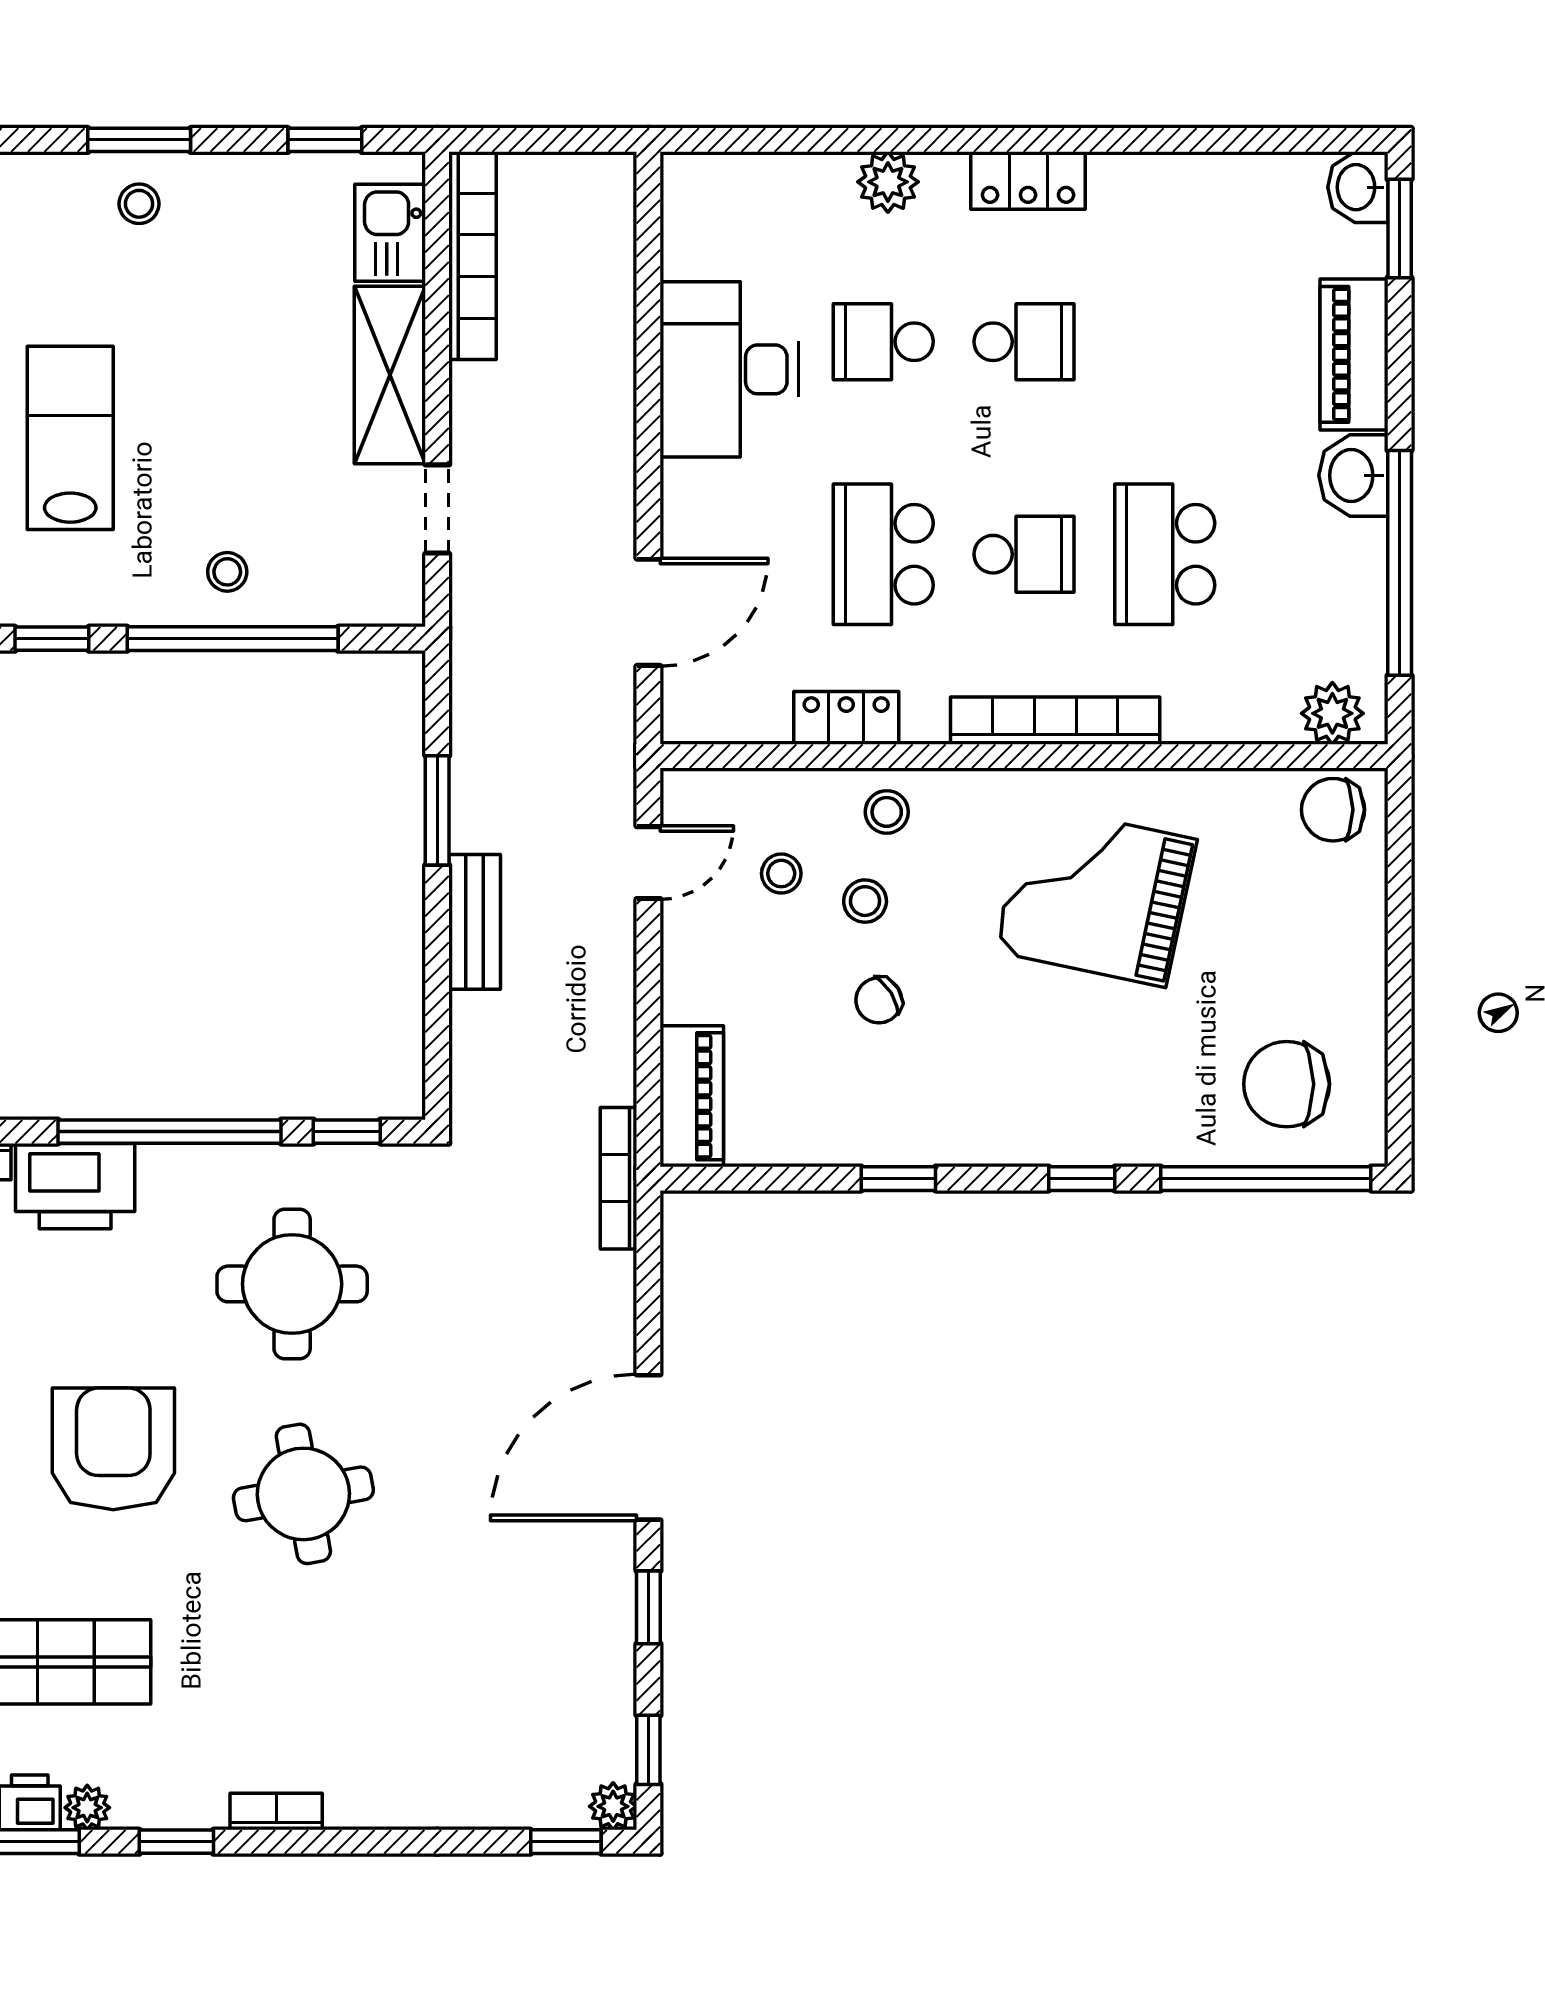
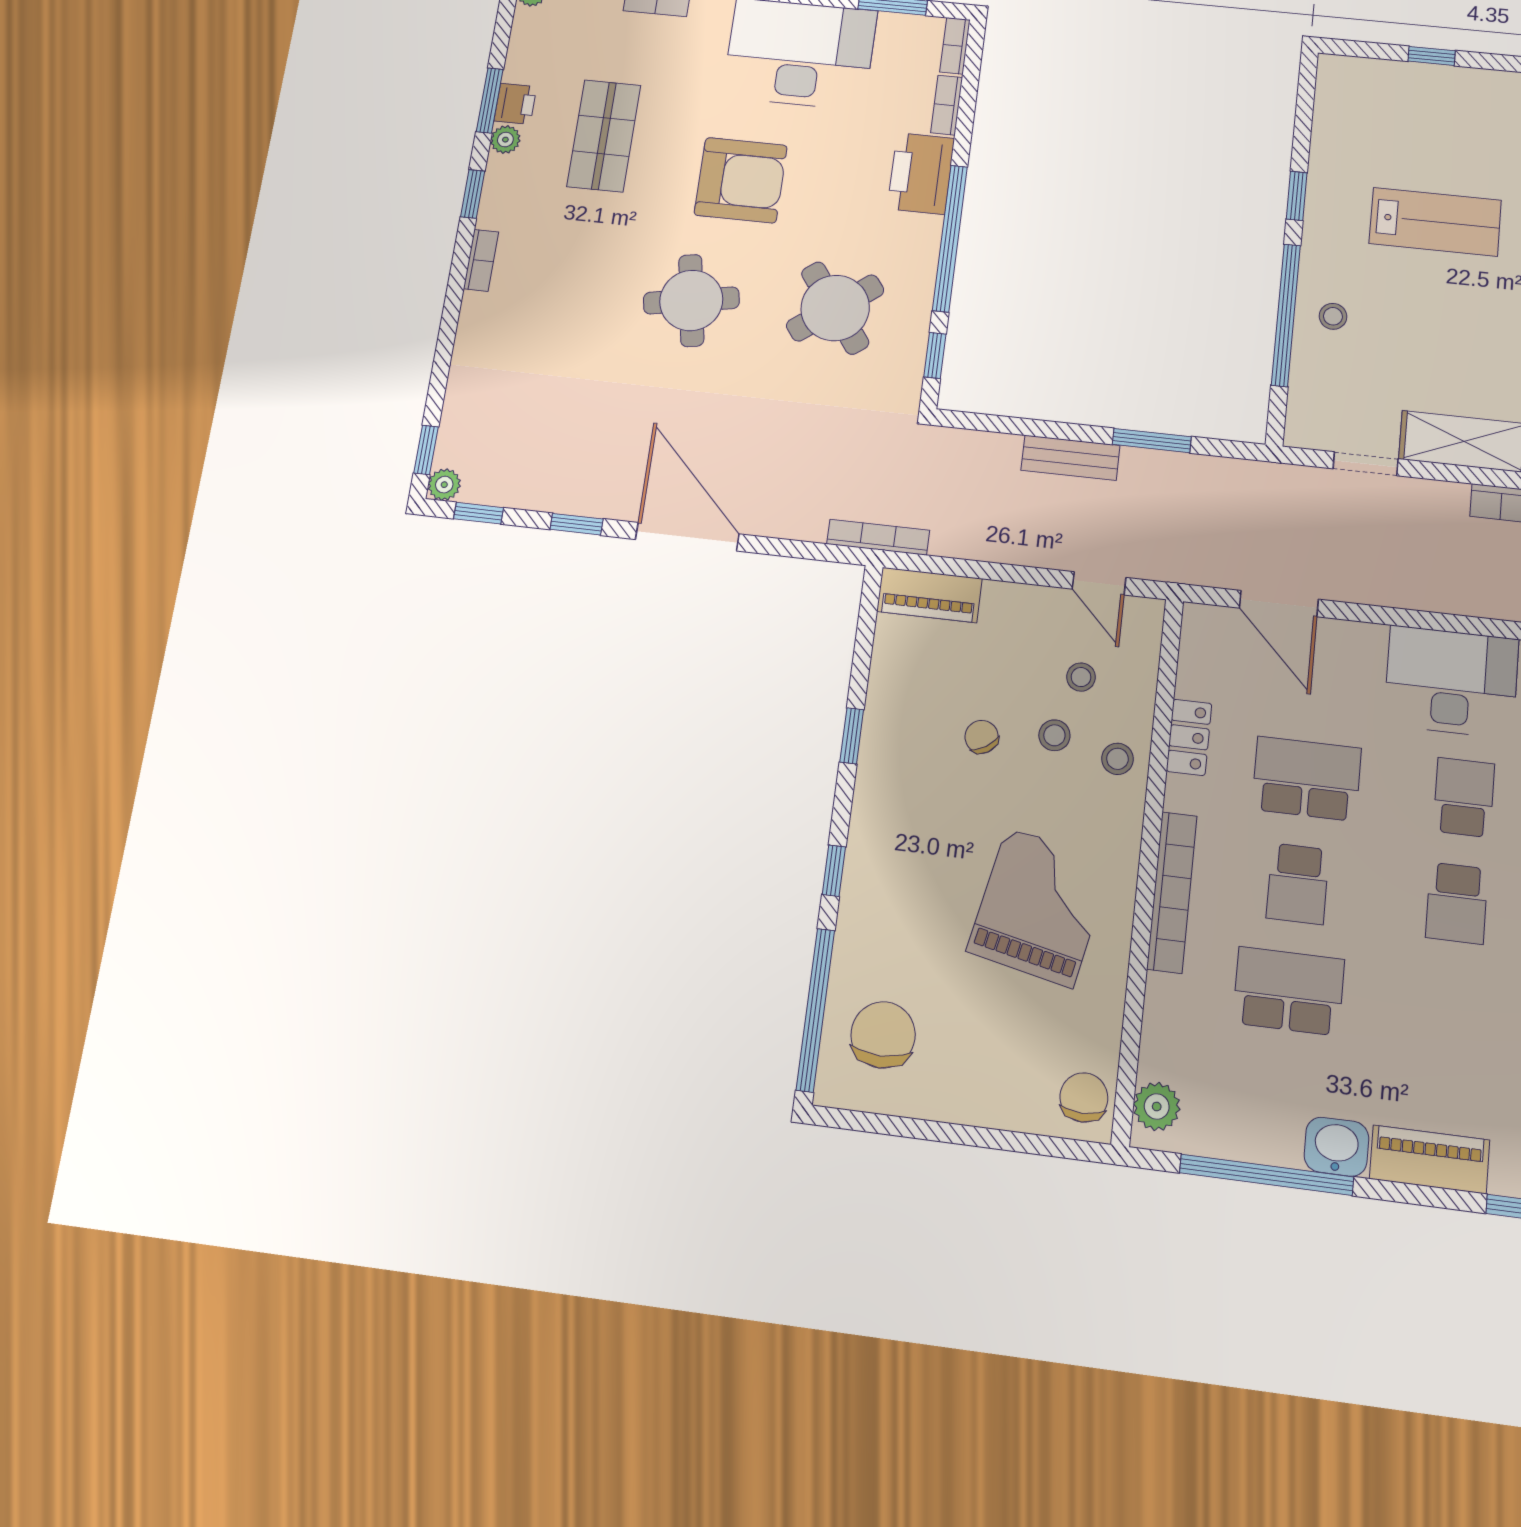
round table: (292, 1284) -> (835, 308), turned -37

